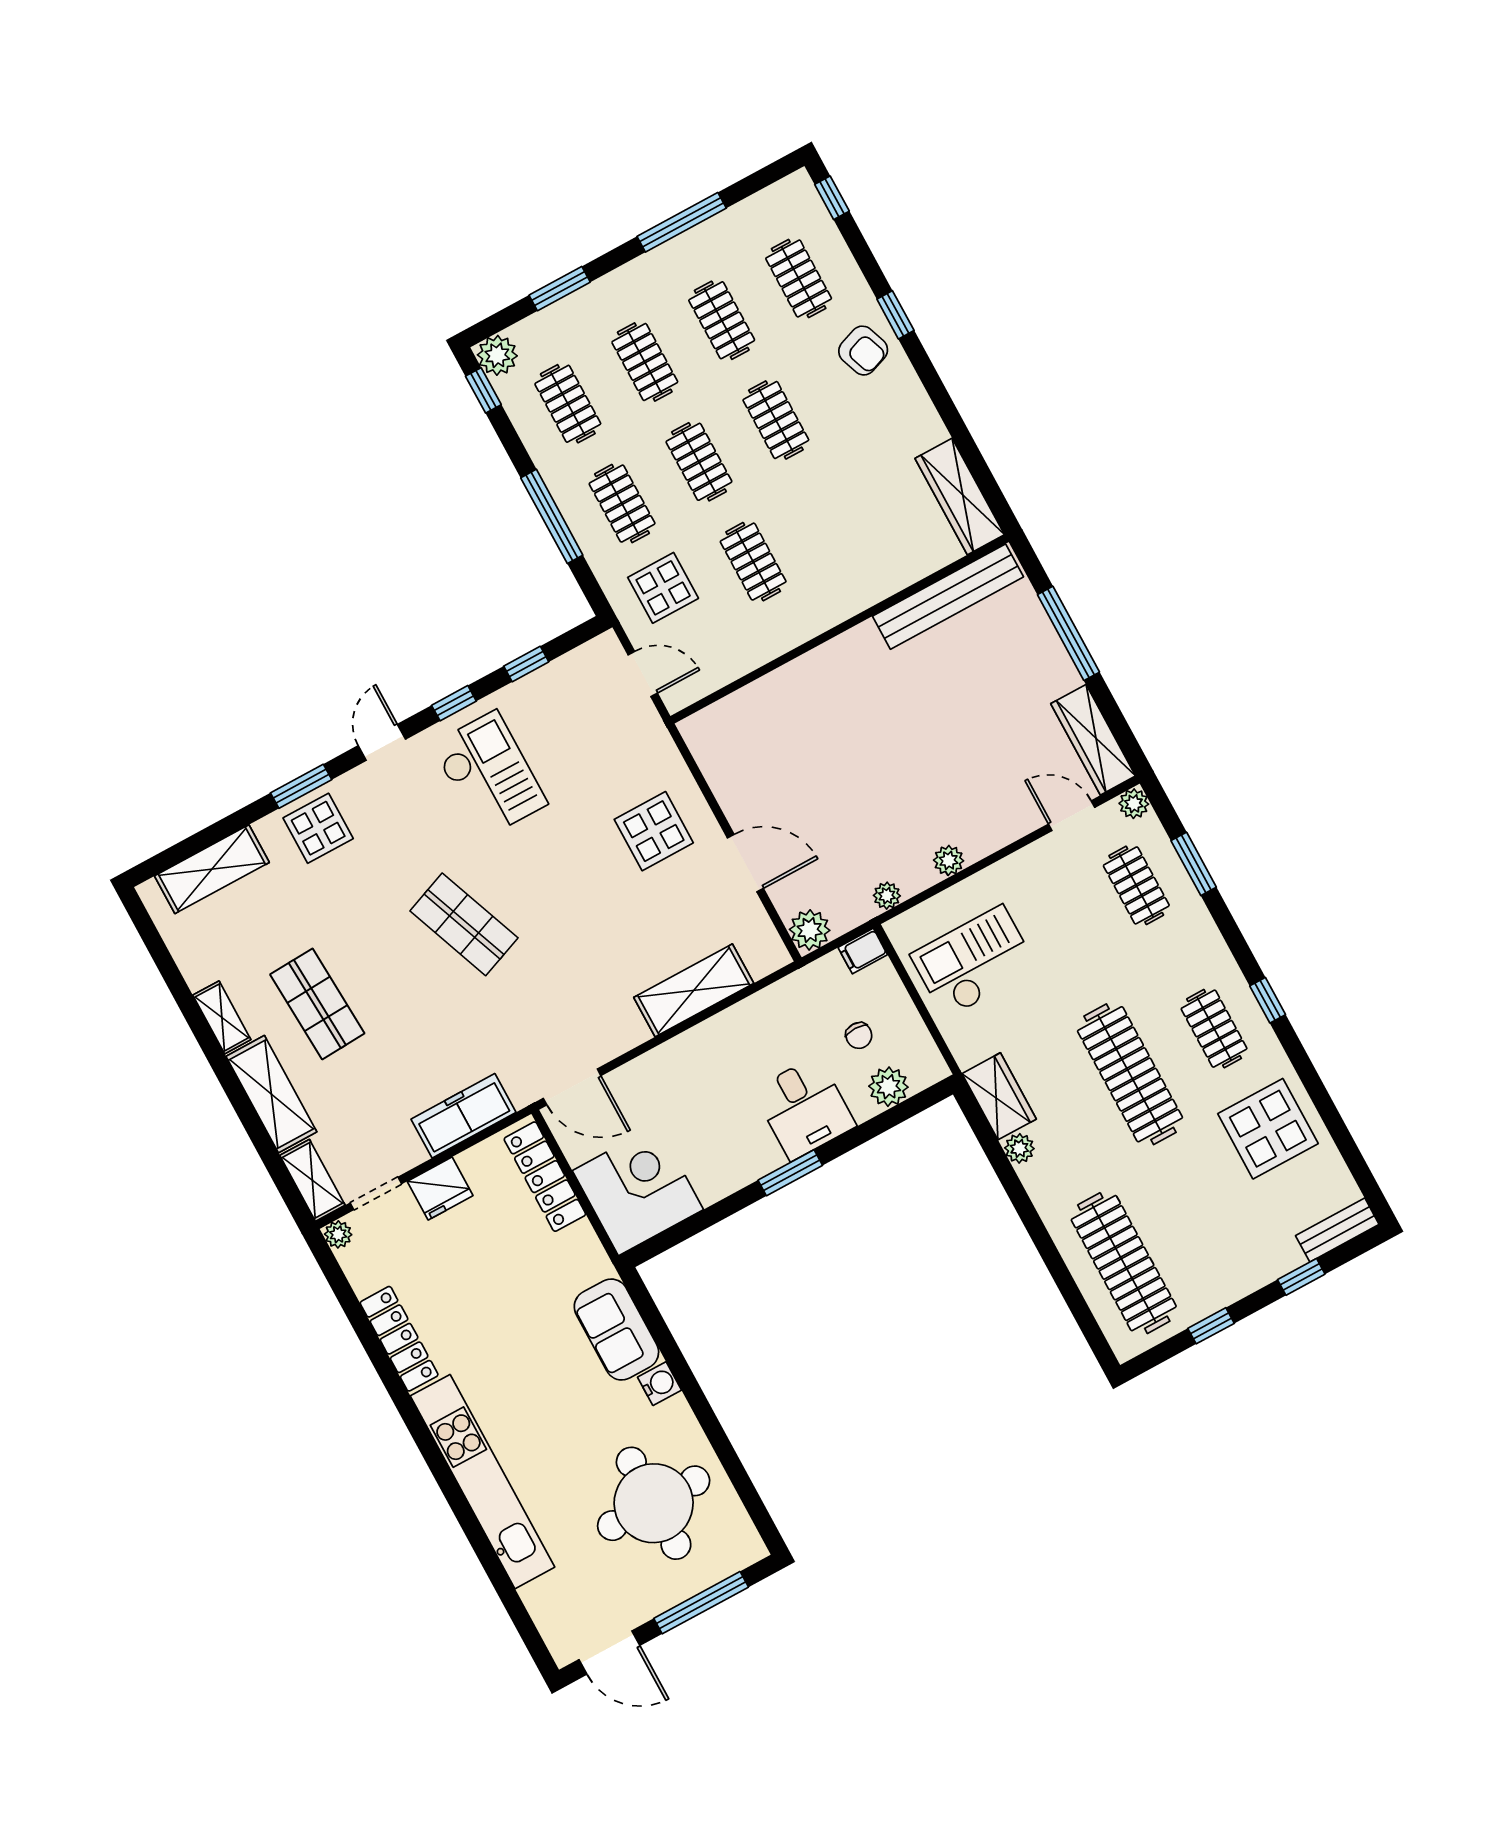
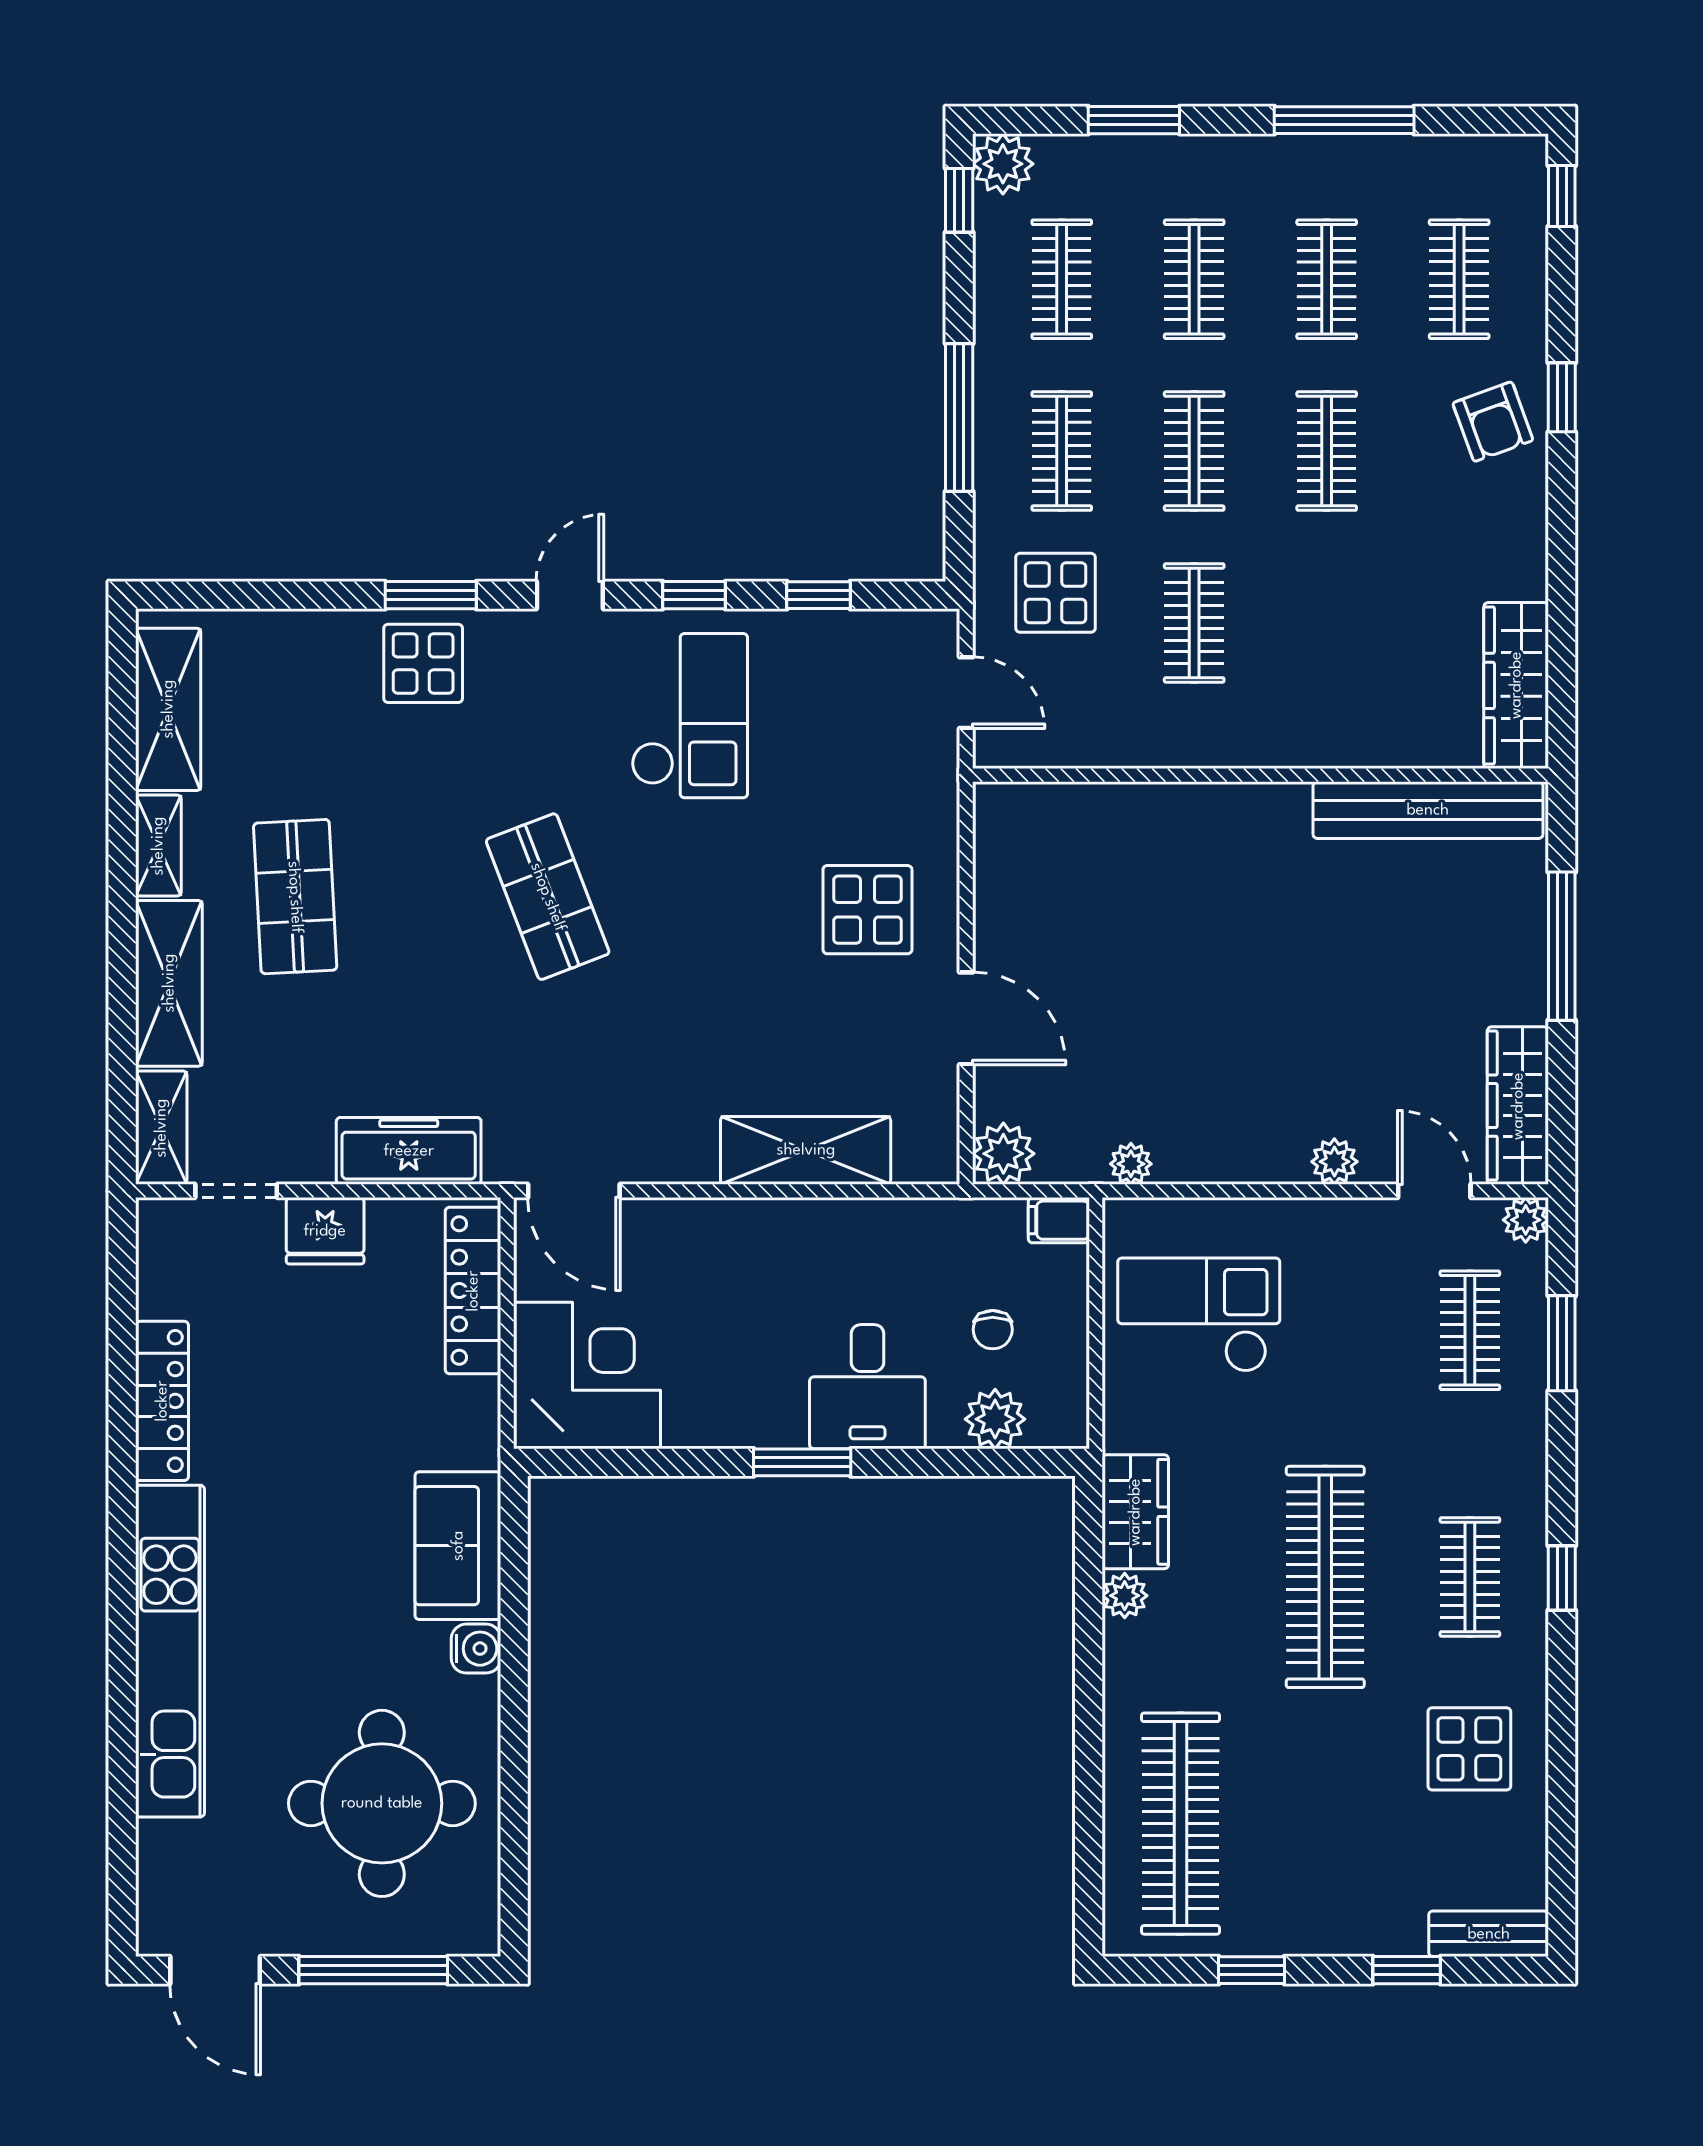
plant: (949, 860) -> (1334, 1162), moved
shelving: (212, 869) -> (168, 709), moved, turned 90
display table: (1268, 1129) -> (1469, 1749), width x0.73, depth x0.73
plant: (338, 1234) -> (156, 1218), removed

